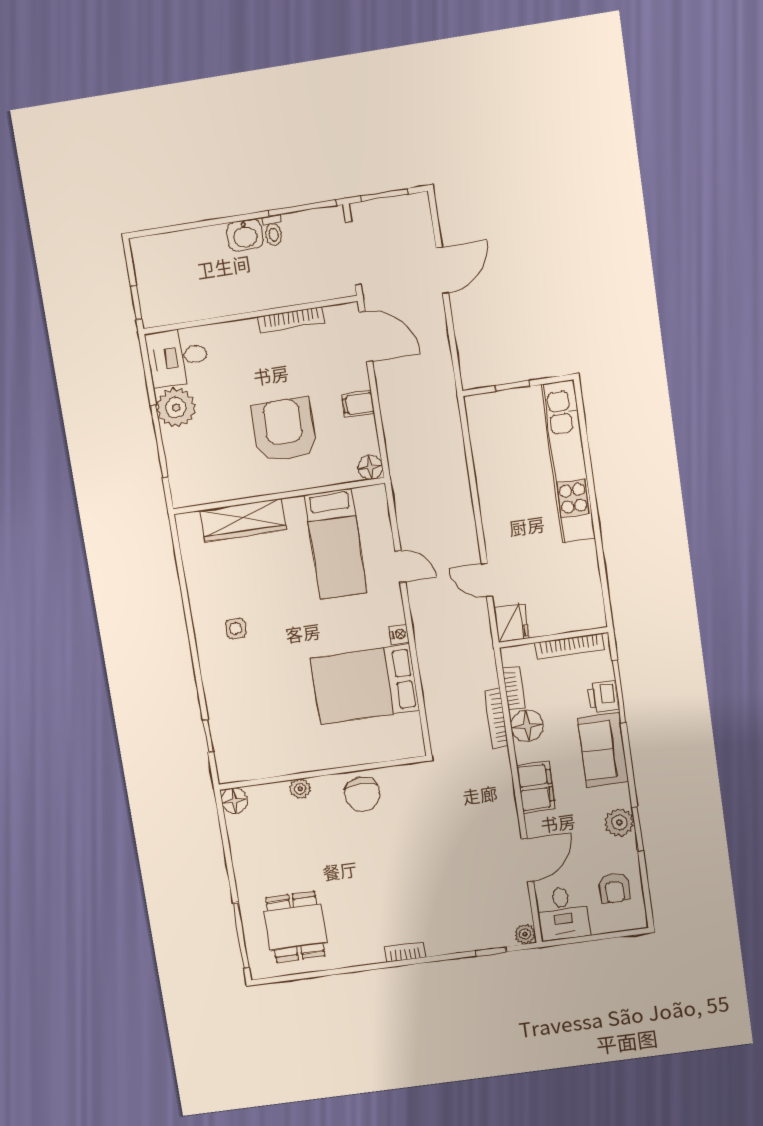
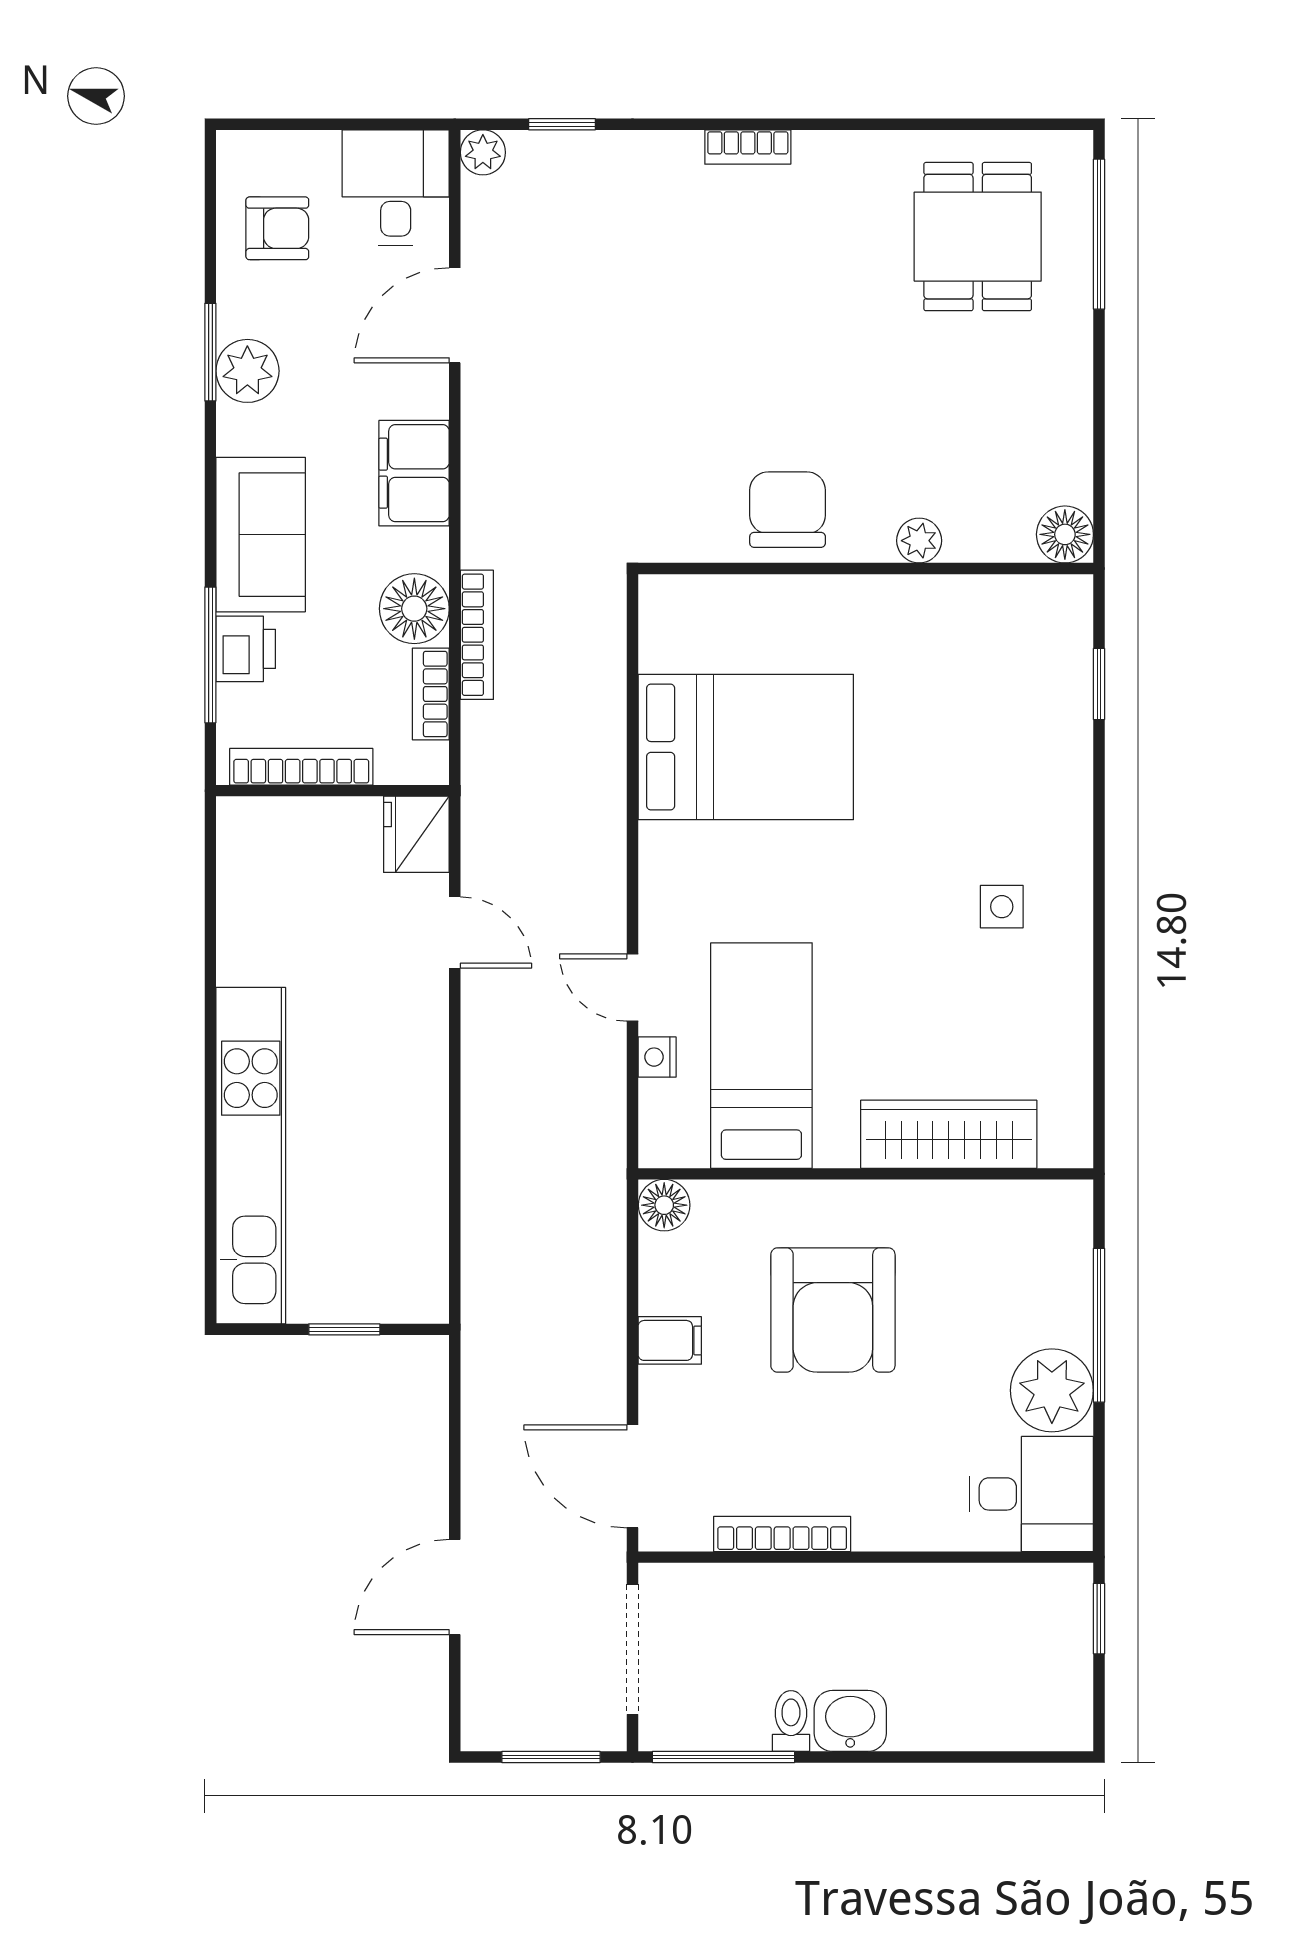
nightstand: (399, 634) -> (657, 1057), moved
armchair: (614, 888) -> (277, 228), turned 90

